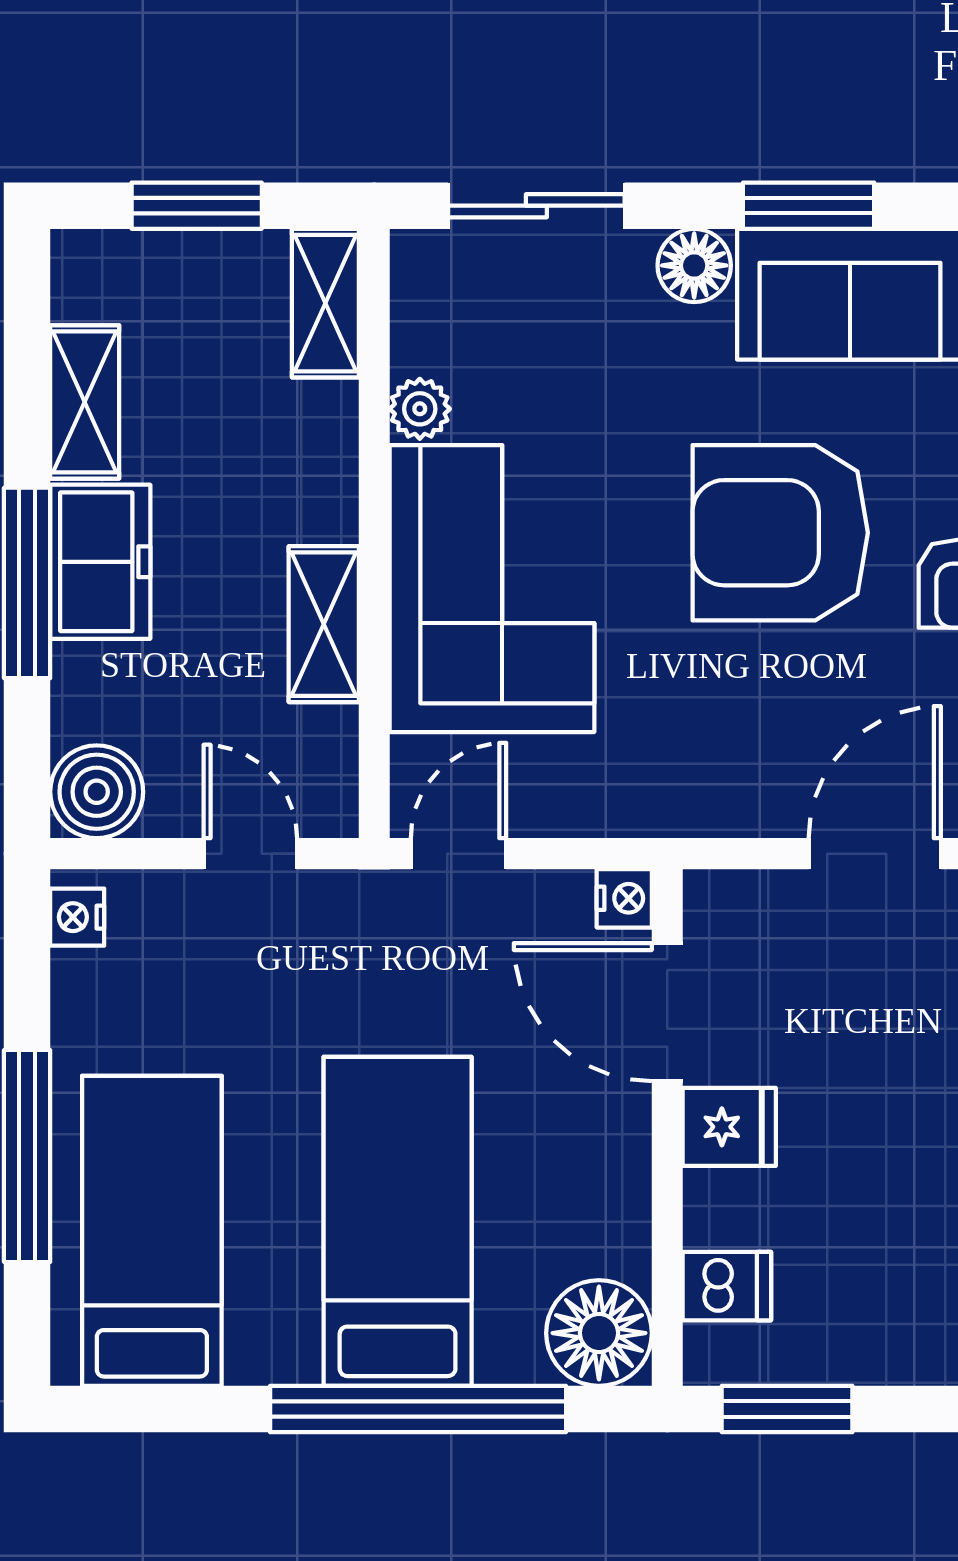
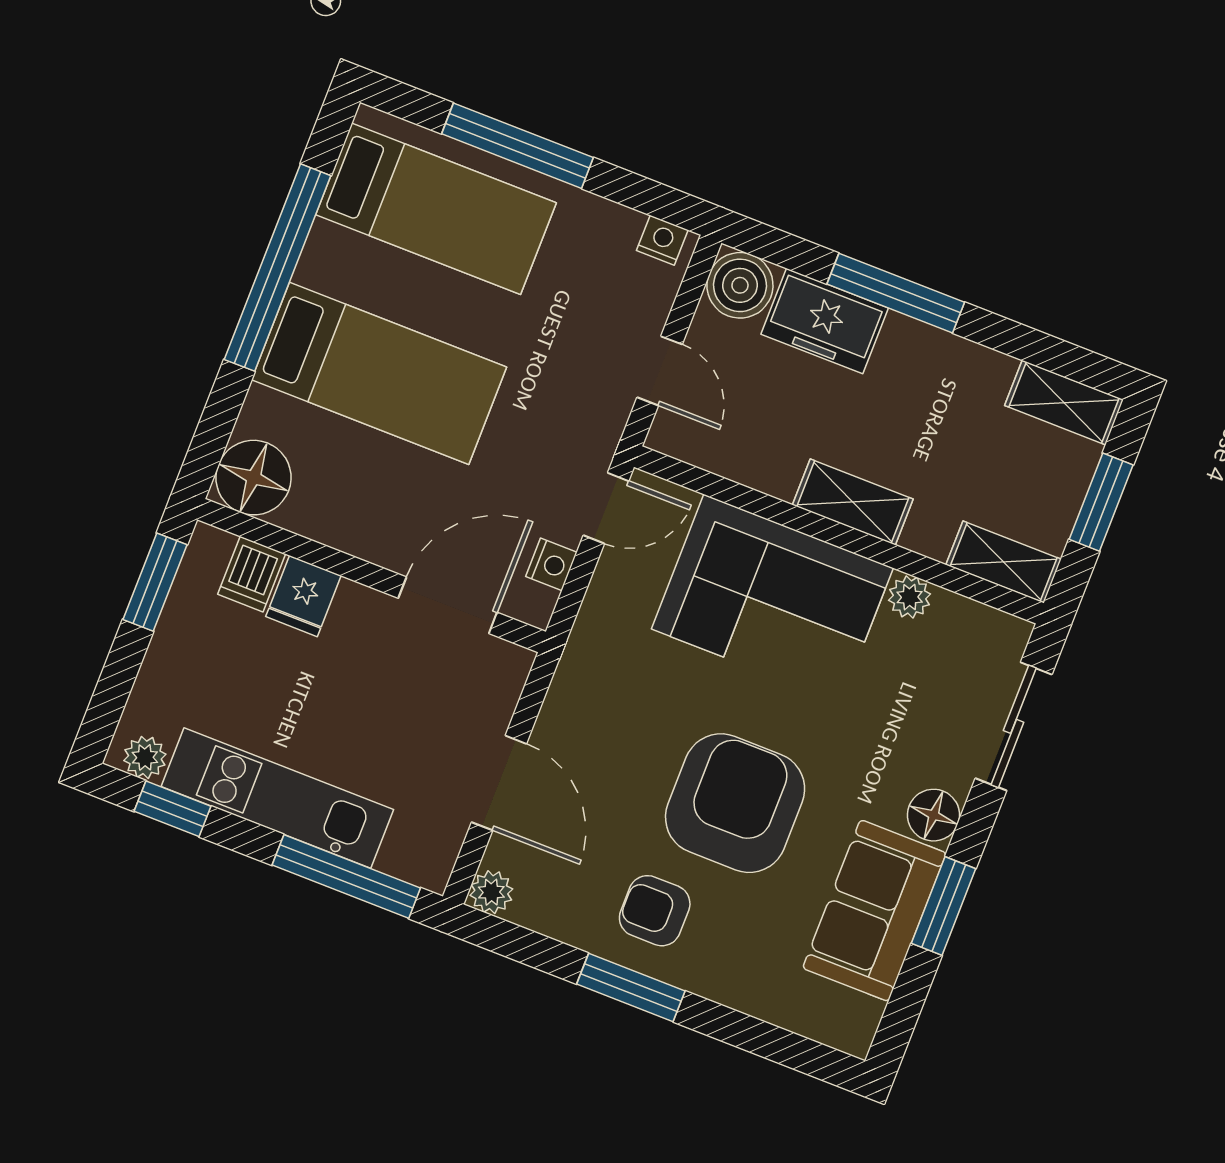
shelving: (85, 402) -> (1064, 403), moved
freezer: (100, 562) -> (825, 321), moved
shelving: (324, 624) -> (853, 502), moved
door: (250, 854) -> (660, 371), hinge flipped
door: (458, 854) -> (606, 508), hinge flipped
nightstand: (624, 898) -> (551, 564), moved, turned -90
fridge: (729, 1127) -> (303, 596), moved
window: (418, 1409) -> (278, 268), moved

